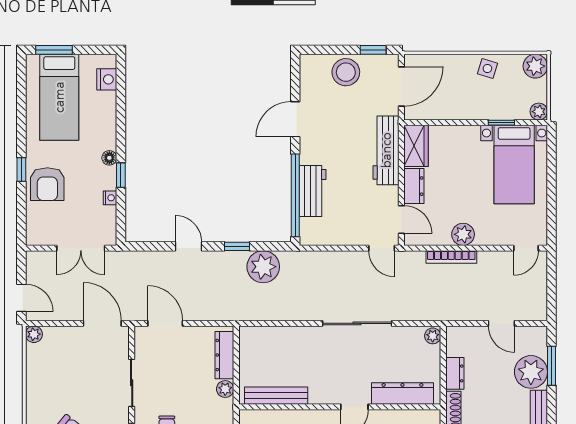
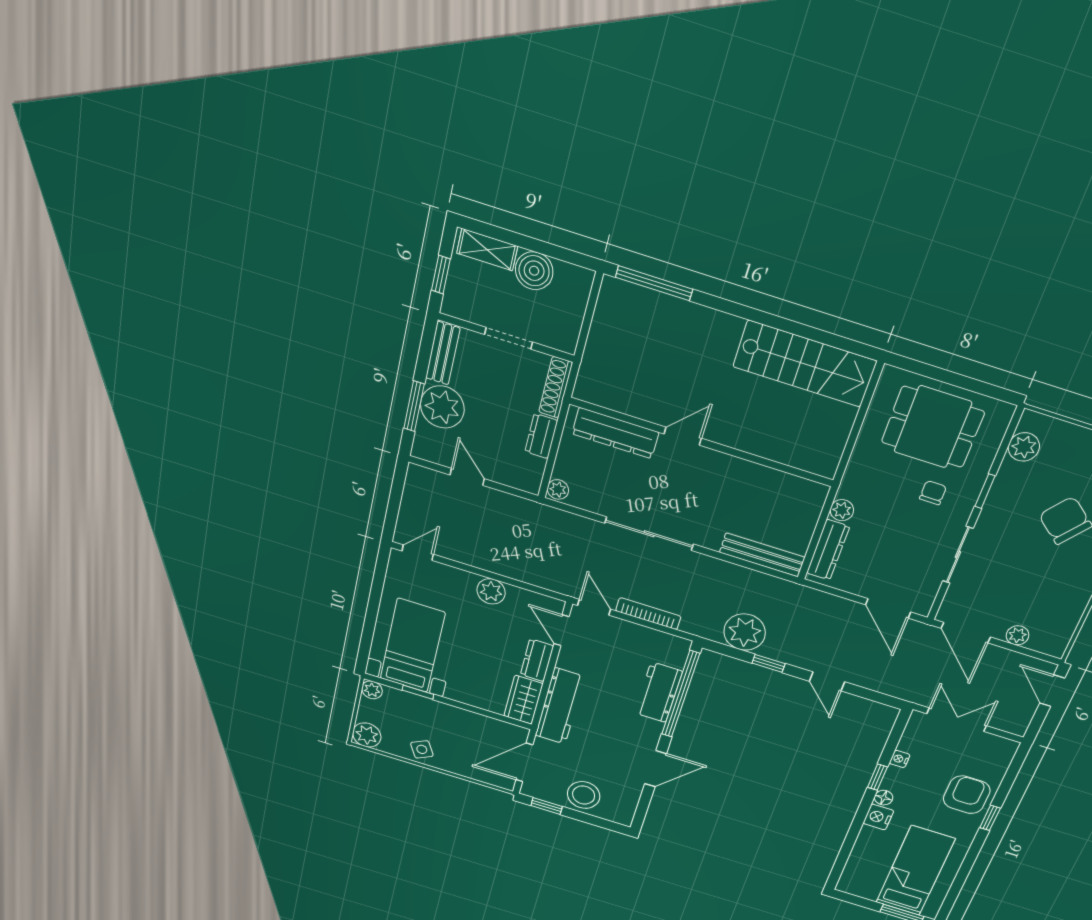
side table: (487, 69) -> (422, 749), turned 45
nightstand: (107, 79) -> (878, 817), moved
bookcase: (451, 257) -> (648, 614), moved
plant: (34, 334) -> (1017, 635), moved
bench: (276, 396) -> (762, 555), moved

